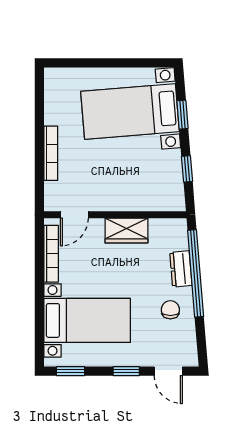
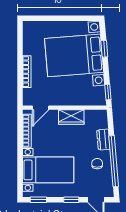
bed with nightstands: (130, 111) -> (74, 55), width x1.36
window: (187, 169) -> (108, 92), moved
window: (196, 273) -> (114, 161), moved

